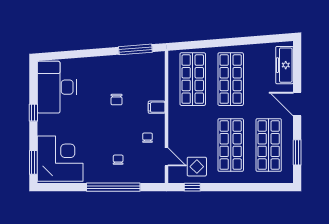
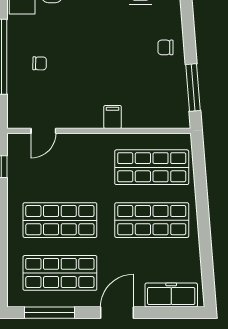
chair: (117, 100) -> (165, 47), moved
chair: (148, 138) -> (70, 104), removed
window: (297, 152) -> (50, 313), width x1.44
display table: (197, 167) -> (30, 173), removed

